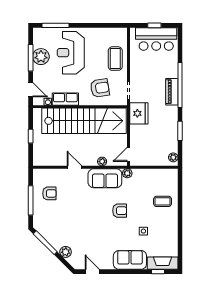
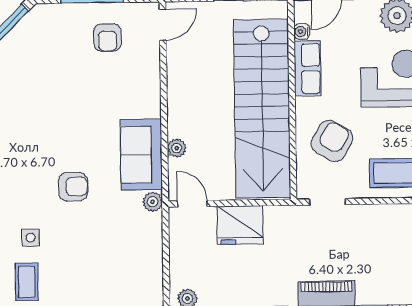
armchair: (100, 88) -> (332, 141), turned -141
fridge: (139, 113) -> (240, 225), moved
door: (74, 167) -> (163, 25), moved
coffee table: (163, 201) -> (27, 282), moved
armchair: (120, 211) -> (73, 187), turned -90

